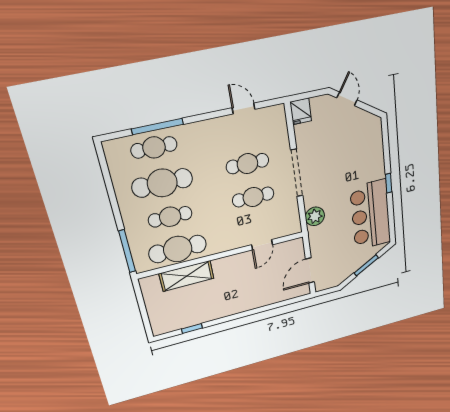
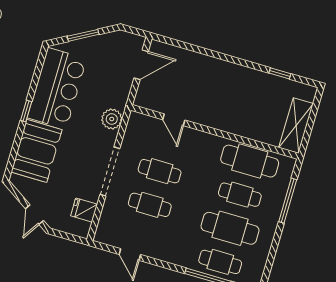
fridge: (301, 111) -> (84, 210), moved, turned -90
booth: (367, 156) -> (37, 151), added
door: (262, 245) -> (174, 120), swing flipped
window: (127, 251) -> (288, 201), moved
shelving: (187, 276) -> (296, 126), moved, turned 90

